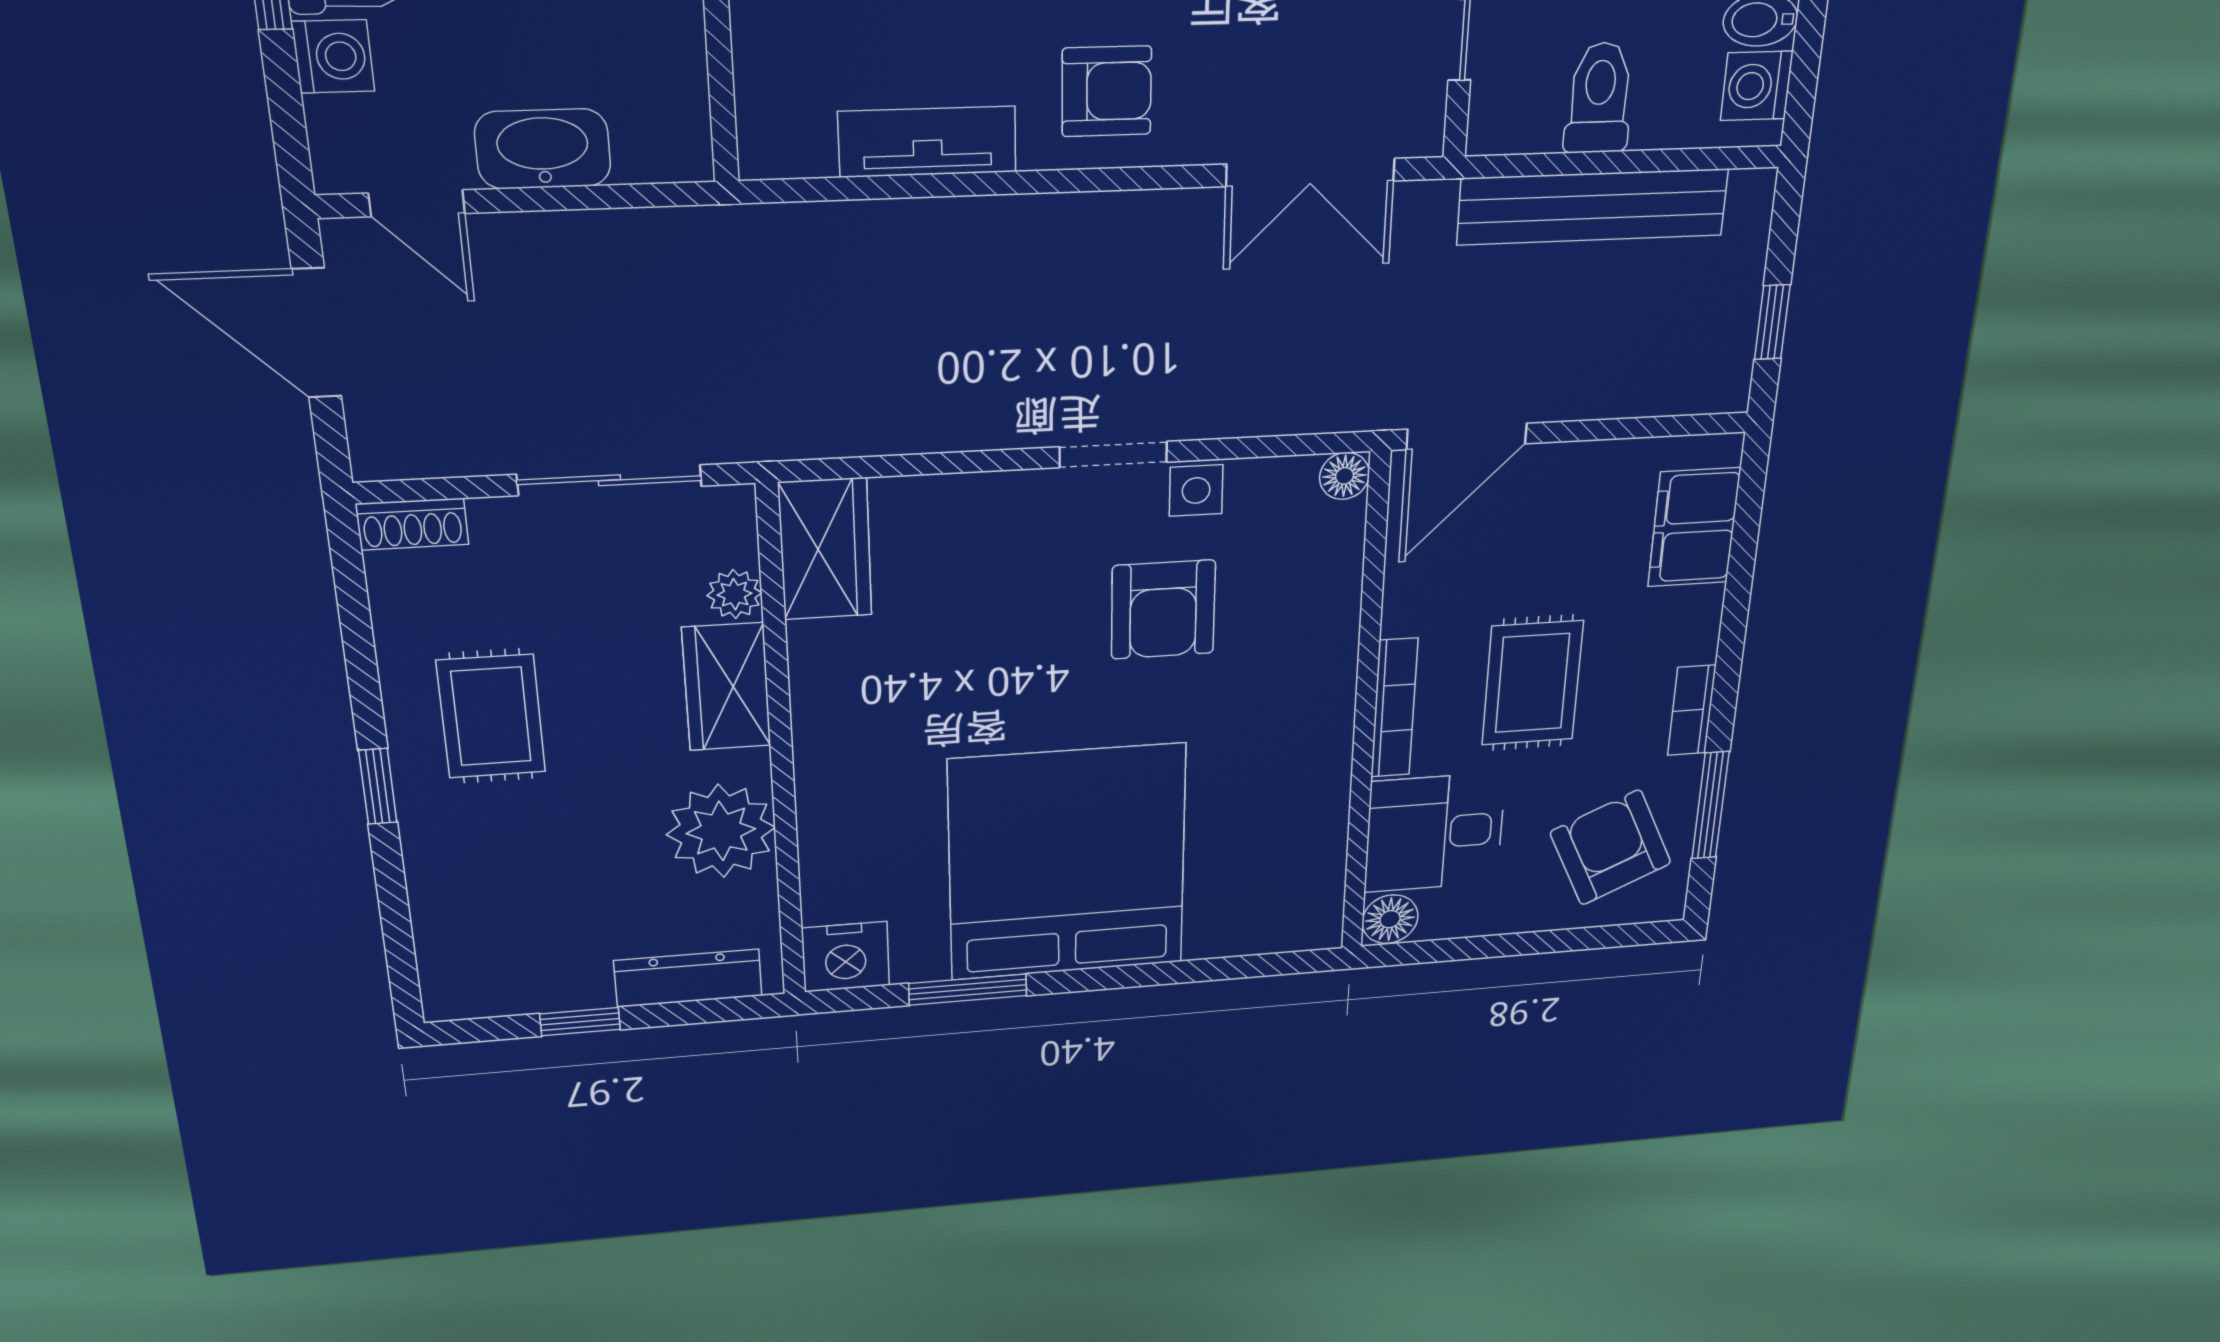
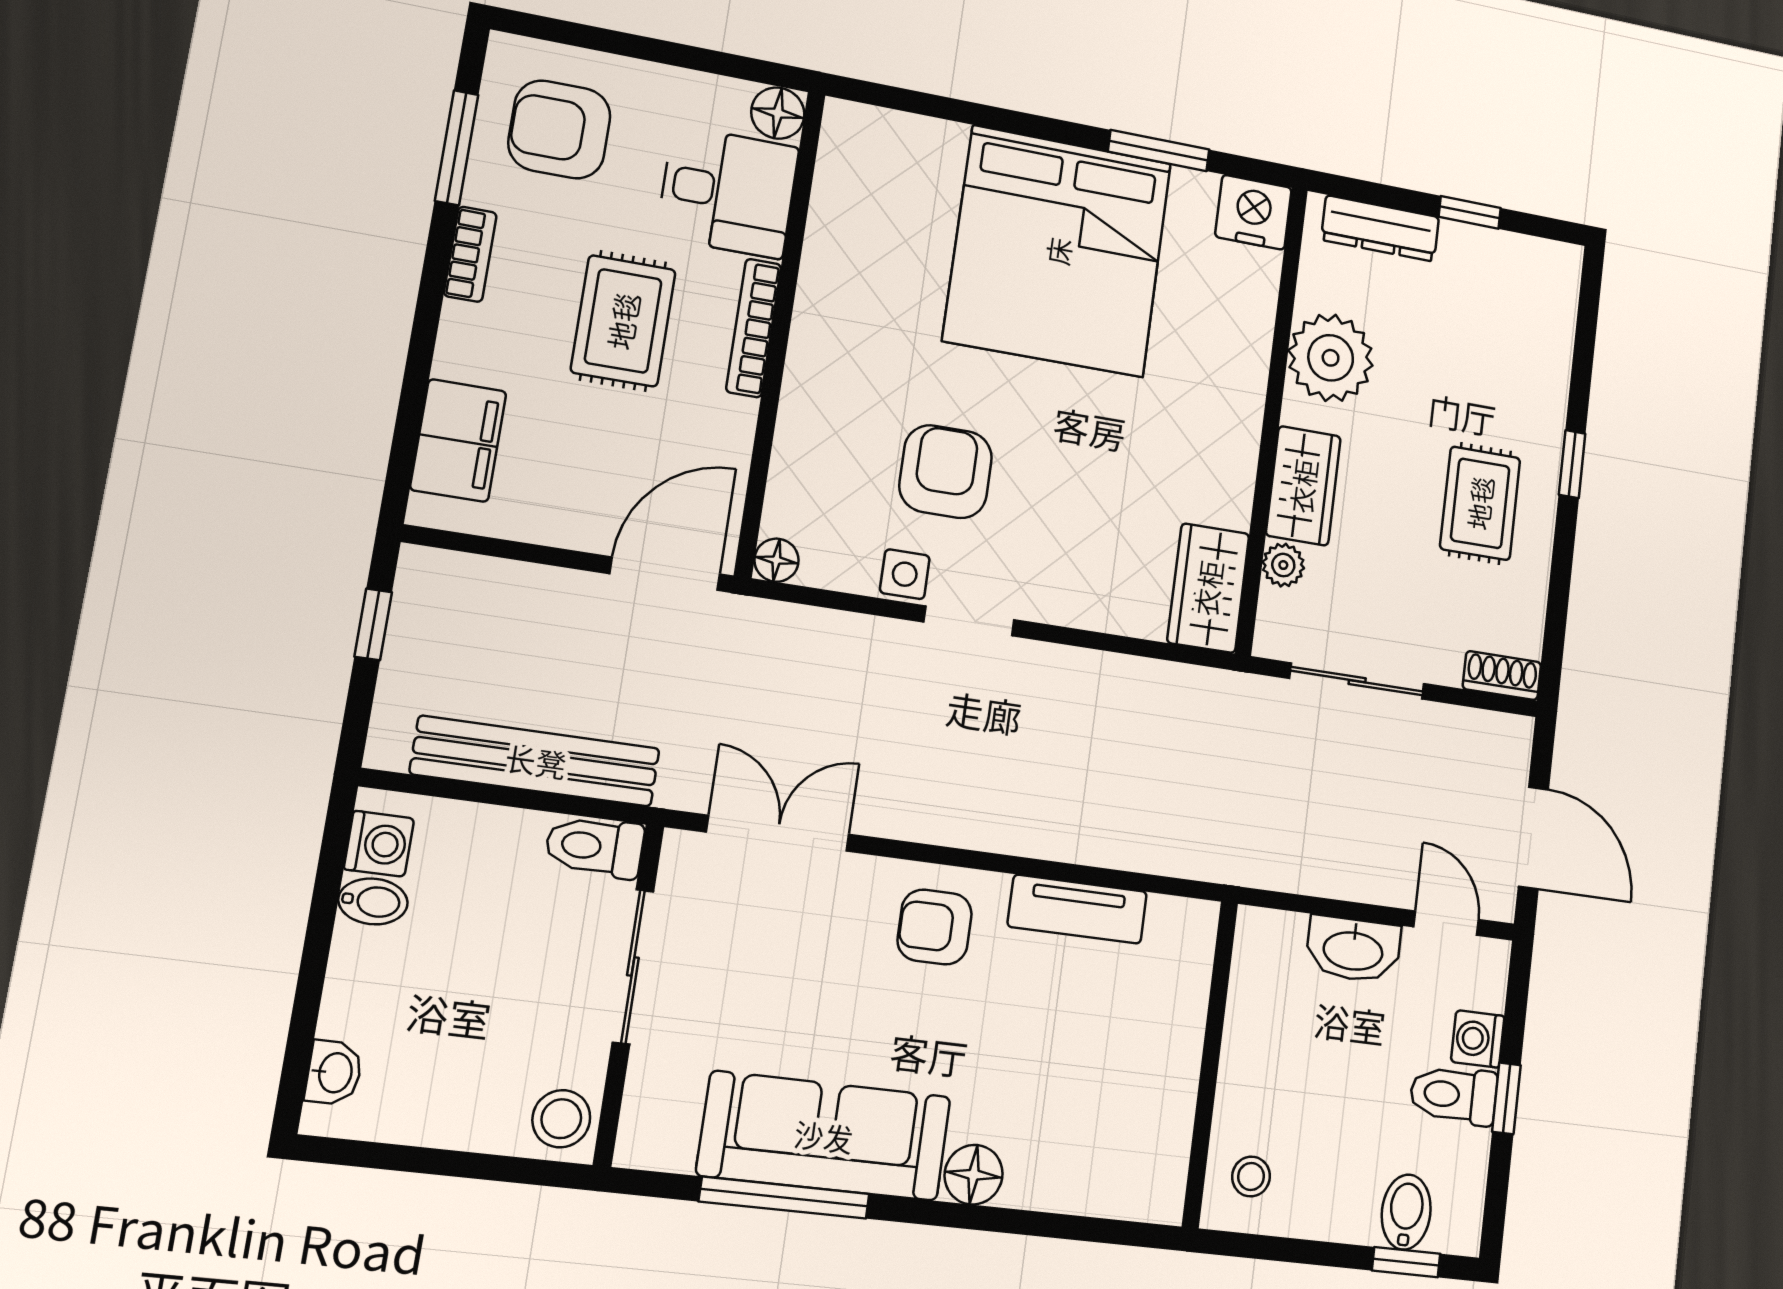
toilet: (1599, 98) -> (595, 847), moved, turned 90
armchair: (1611, 848) -> (559, 129), turned 115

